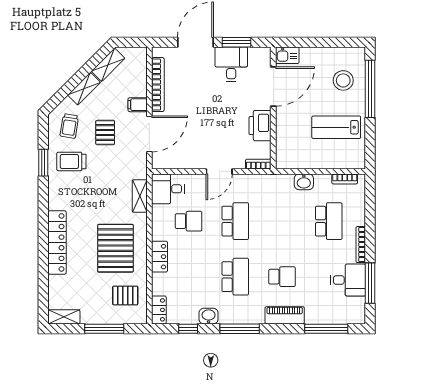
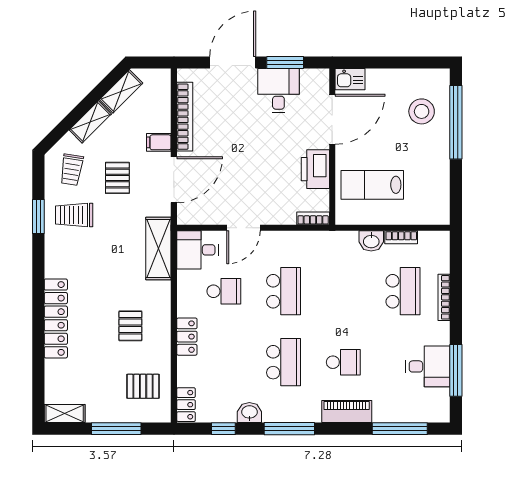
lab bench: (336, 127) -> (372, 185), moved
door: (219, 171) -> (243, 228), moved
bookcase: (345, 179) -> (401, 237), moved
shelving: (140, 196) -> (158, 249), width x1.50, depth x1.33
bookcase: (361, 245) -> (444, 297), moved
pallet: (115, 248) -> (130, 326), width x0.49, depth x0.50

